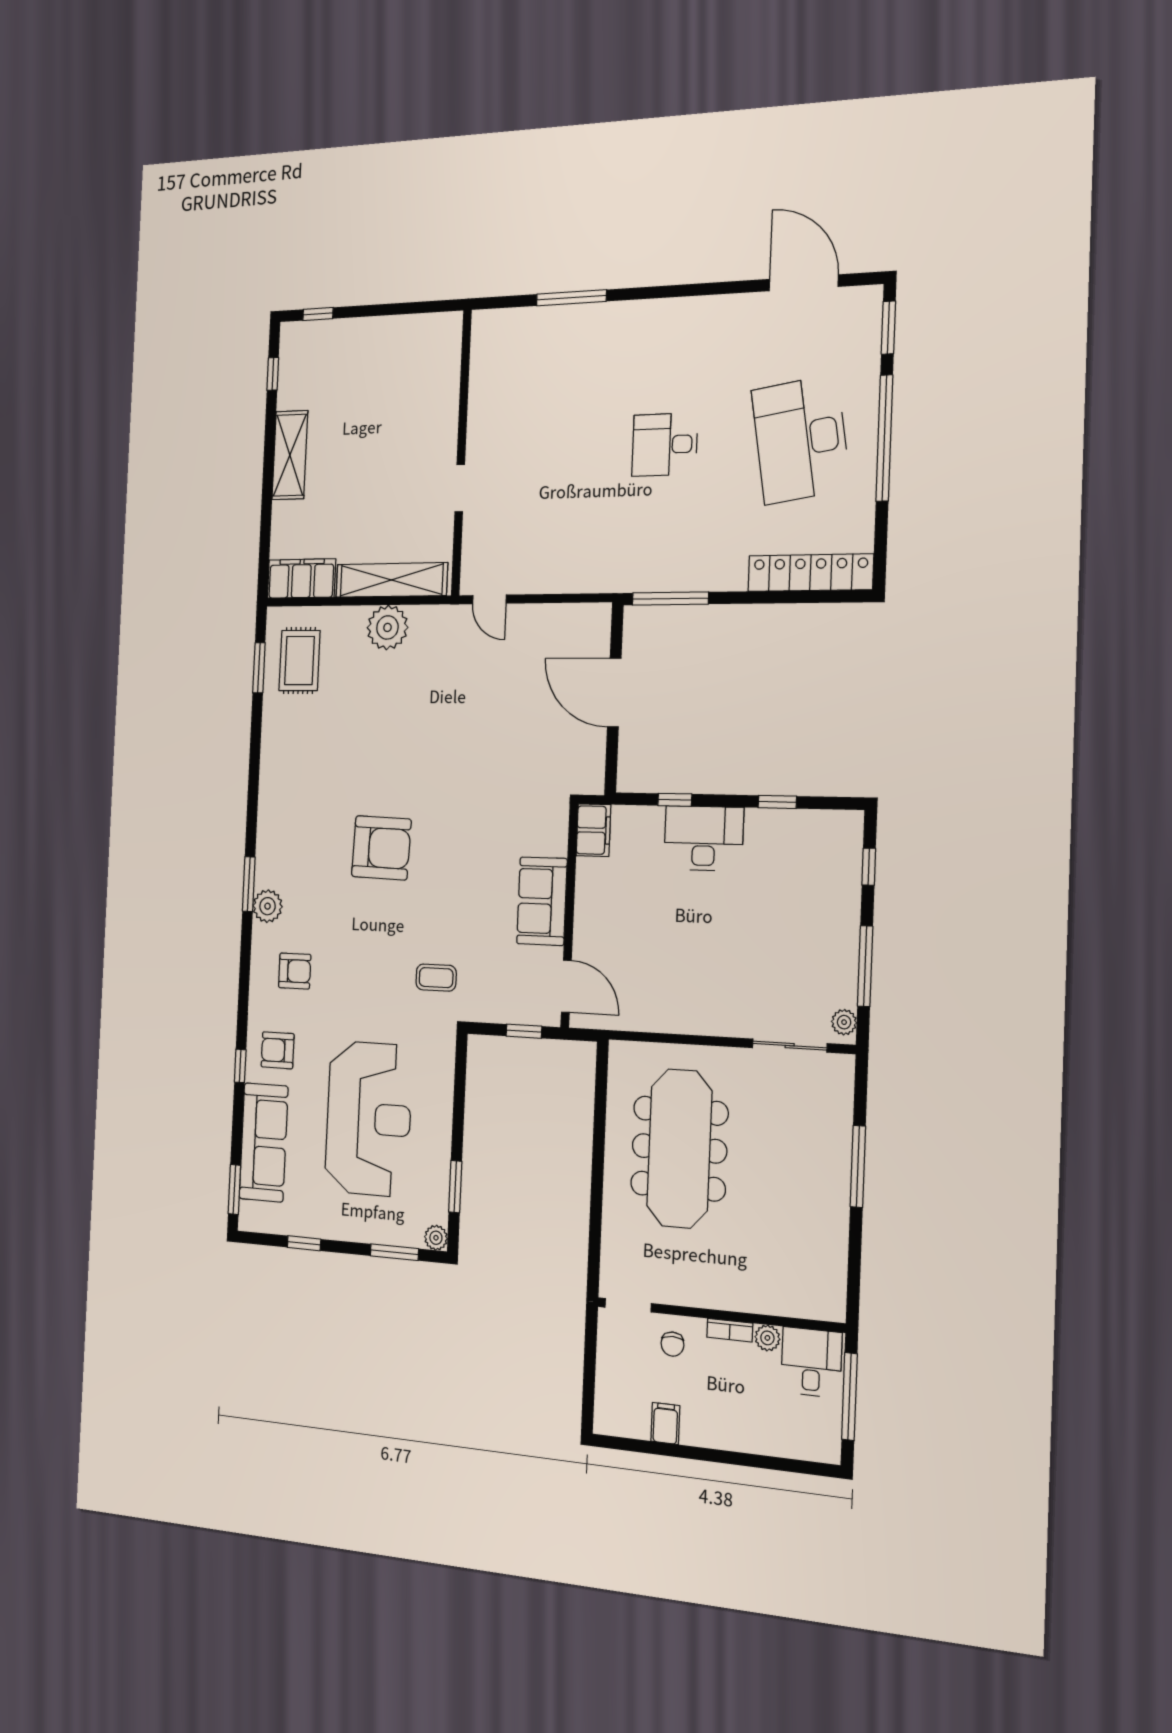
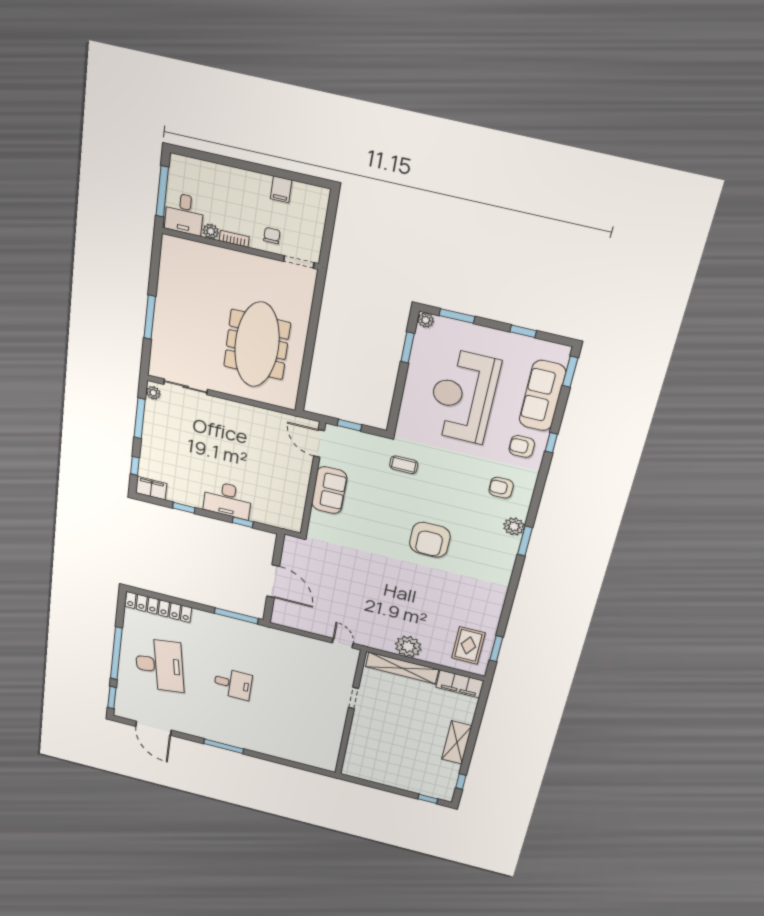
window: (571, 298) -> (224, 746), moved
filing cabinet: (593, 830) -> (151, 488), moved, turned 90
armchair: (381, 848) -> (430, 540), turned -92
armchair: (278, 1050) -> (522, 446), turned 180

